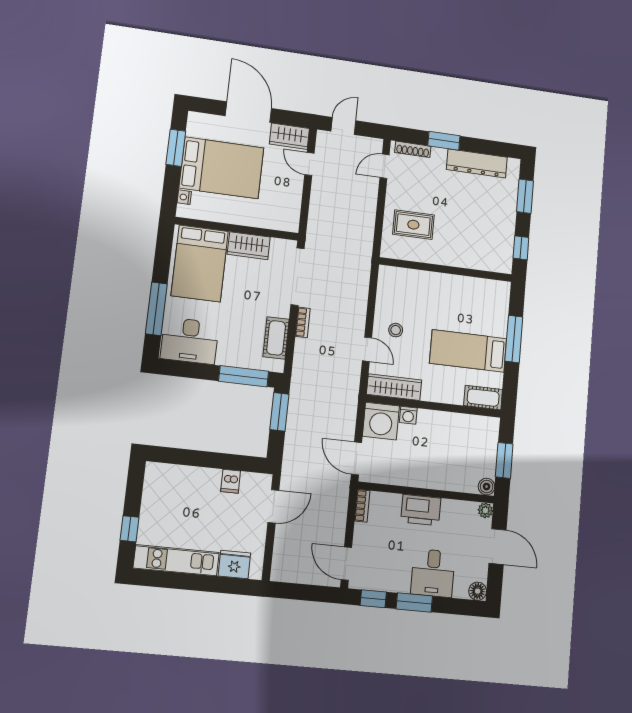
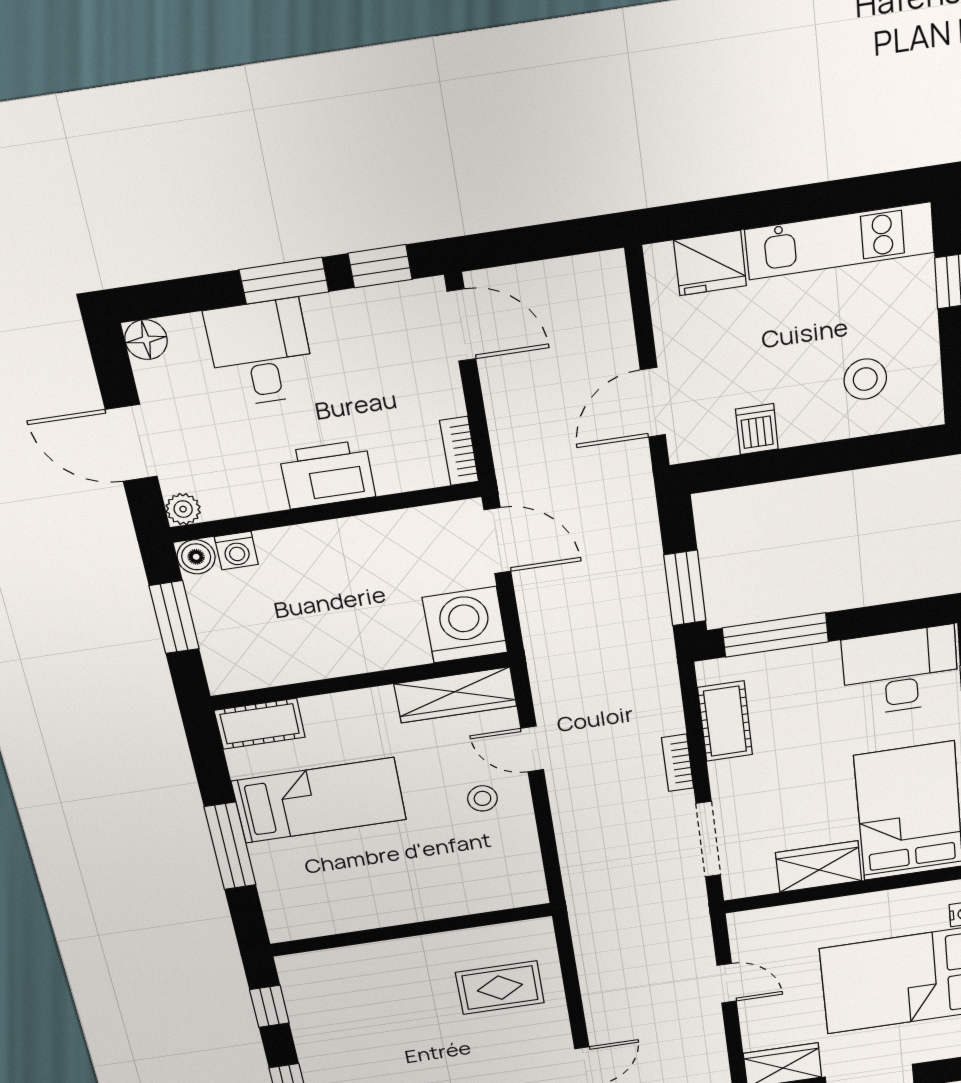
door: (309, 164) -> (727, 983), moved
doorway: (298, 277) -> (708, 839), width x0.73
washing machine: (408, 415) -> (236, 551), moved, turned 180
stool: (178, 492) -> (865, 379), added

